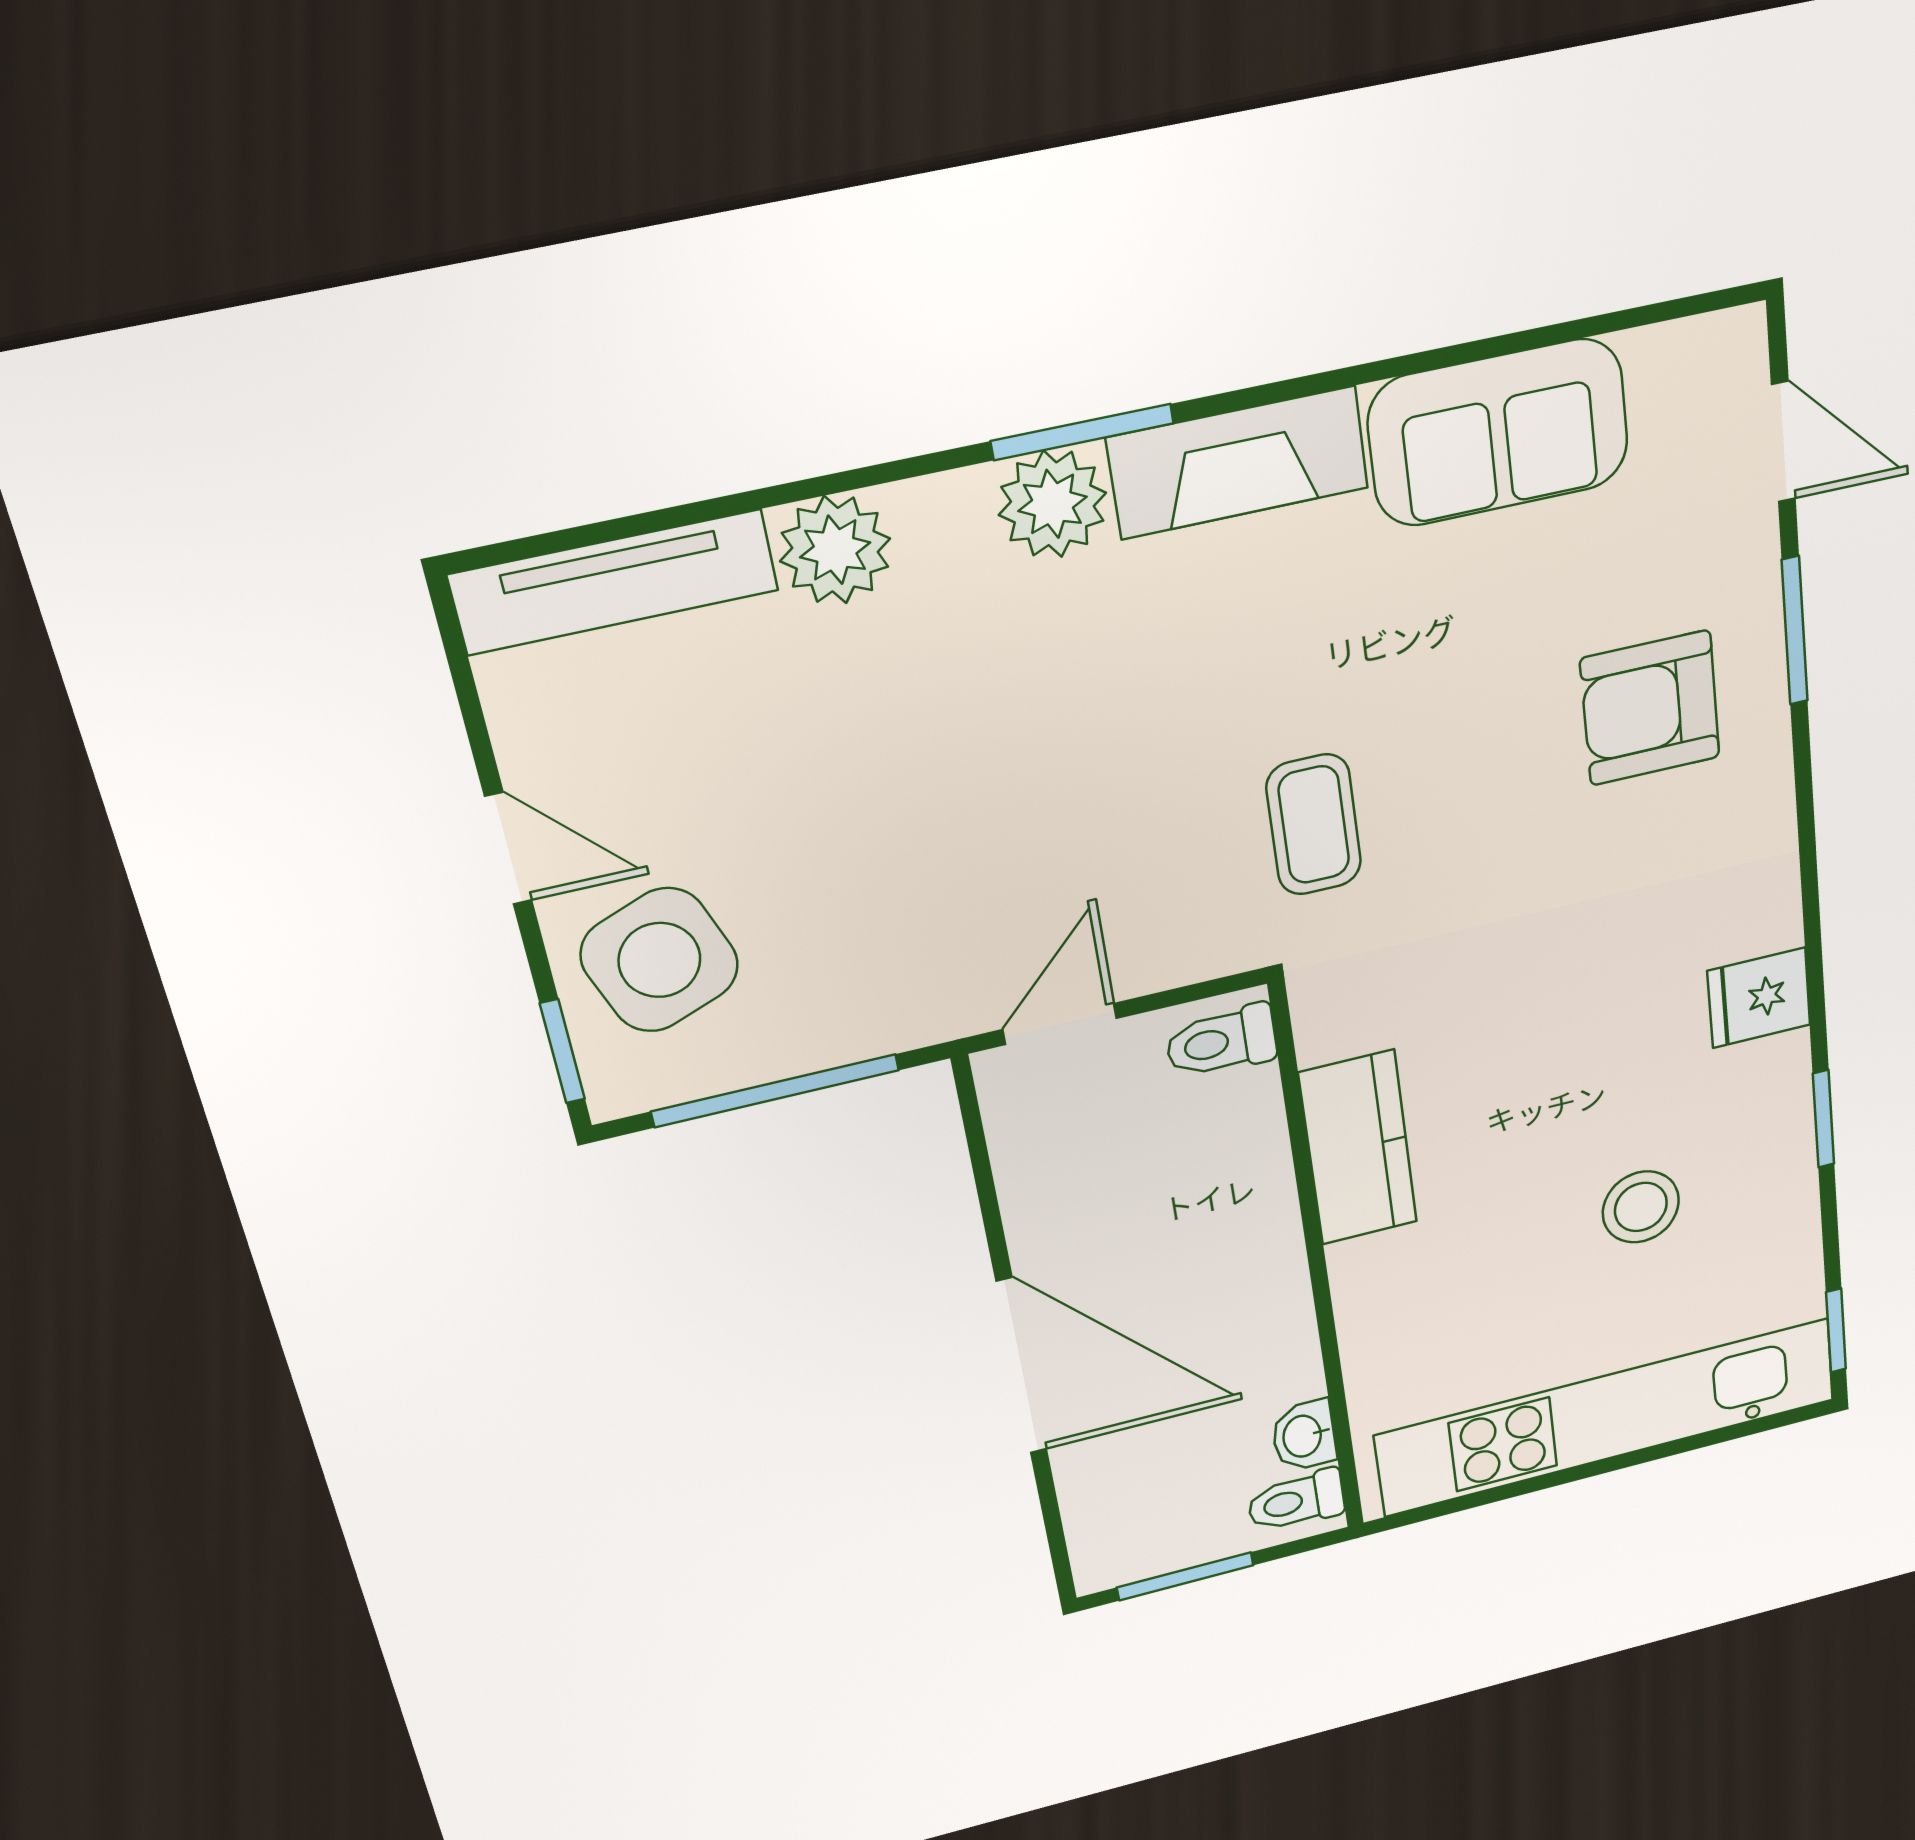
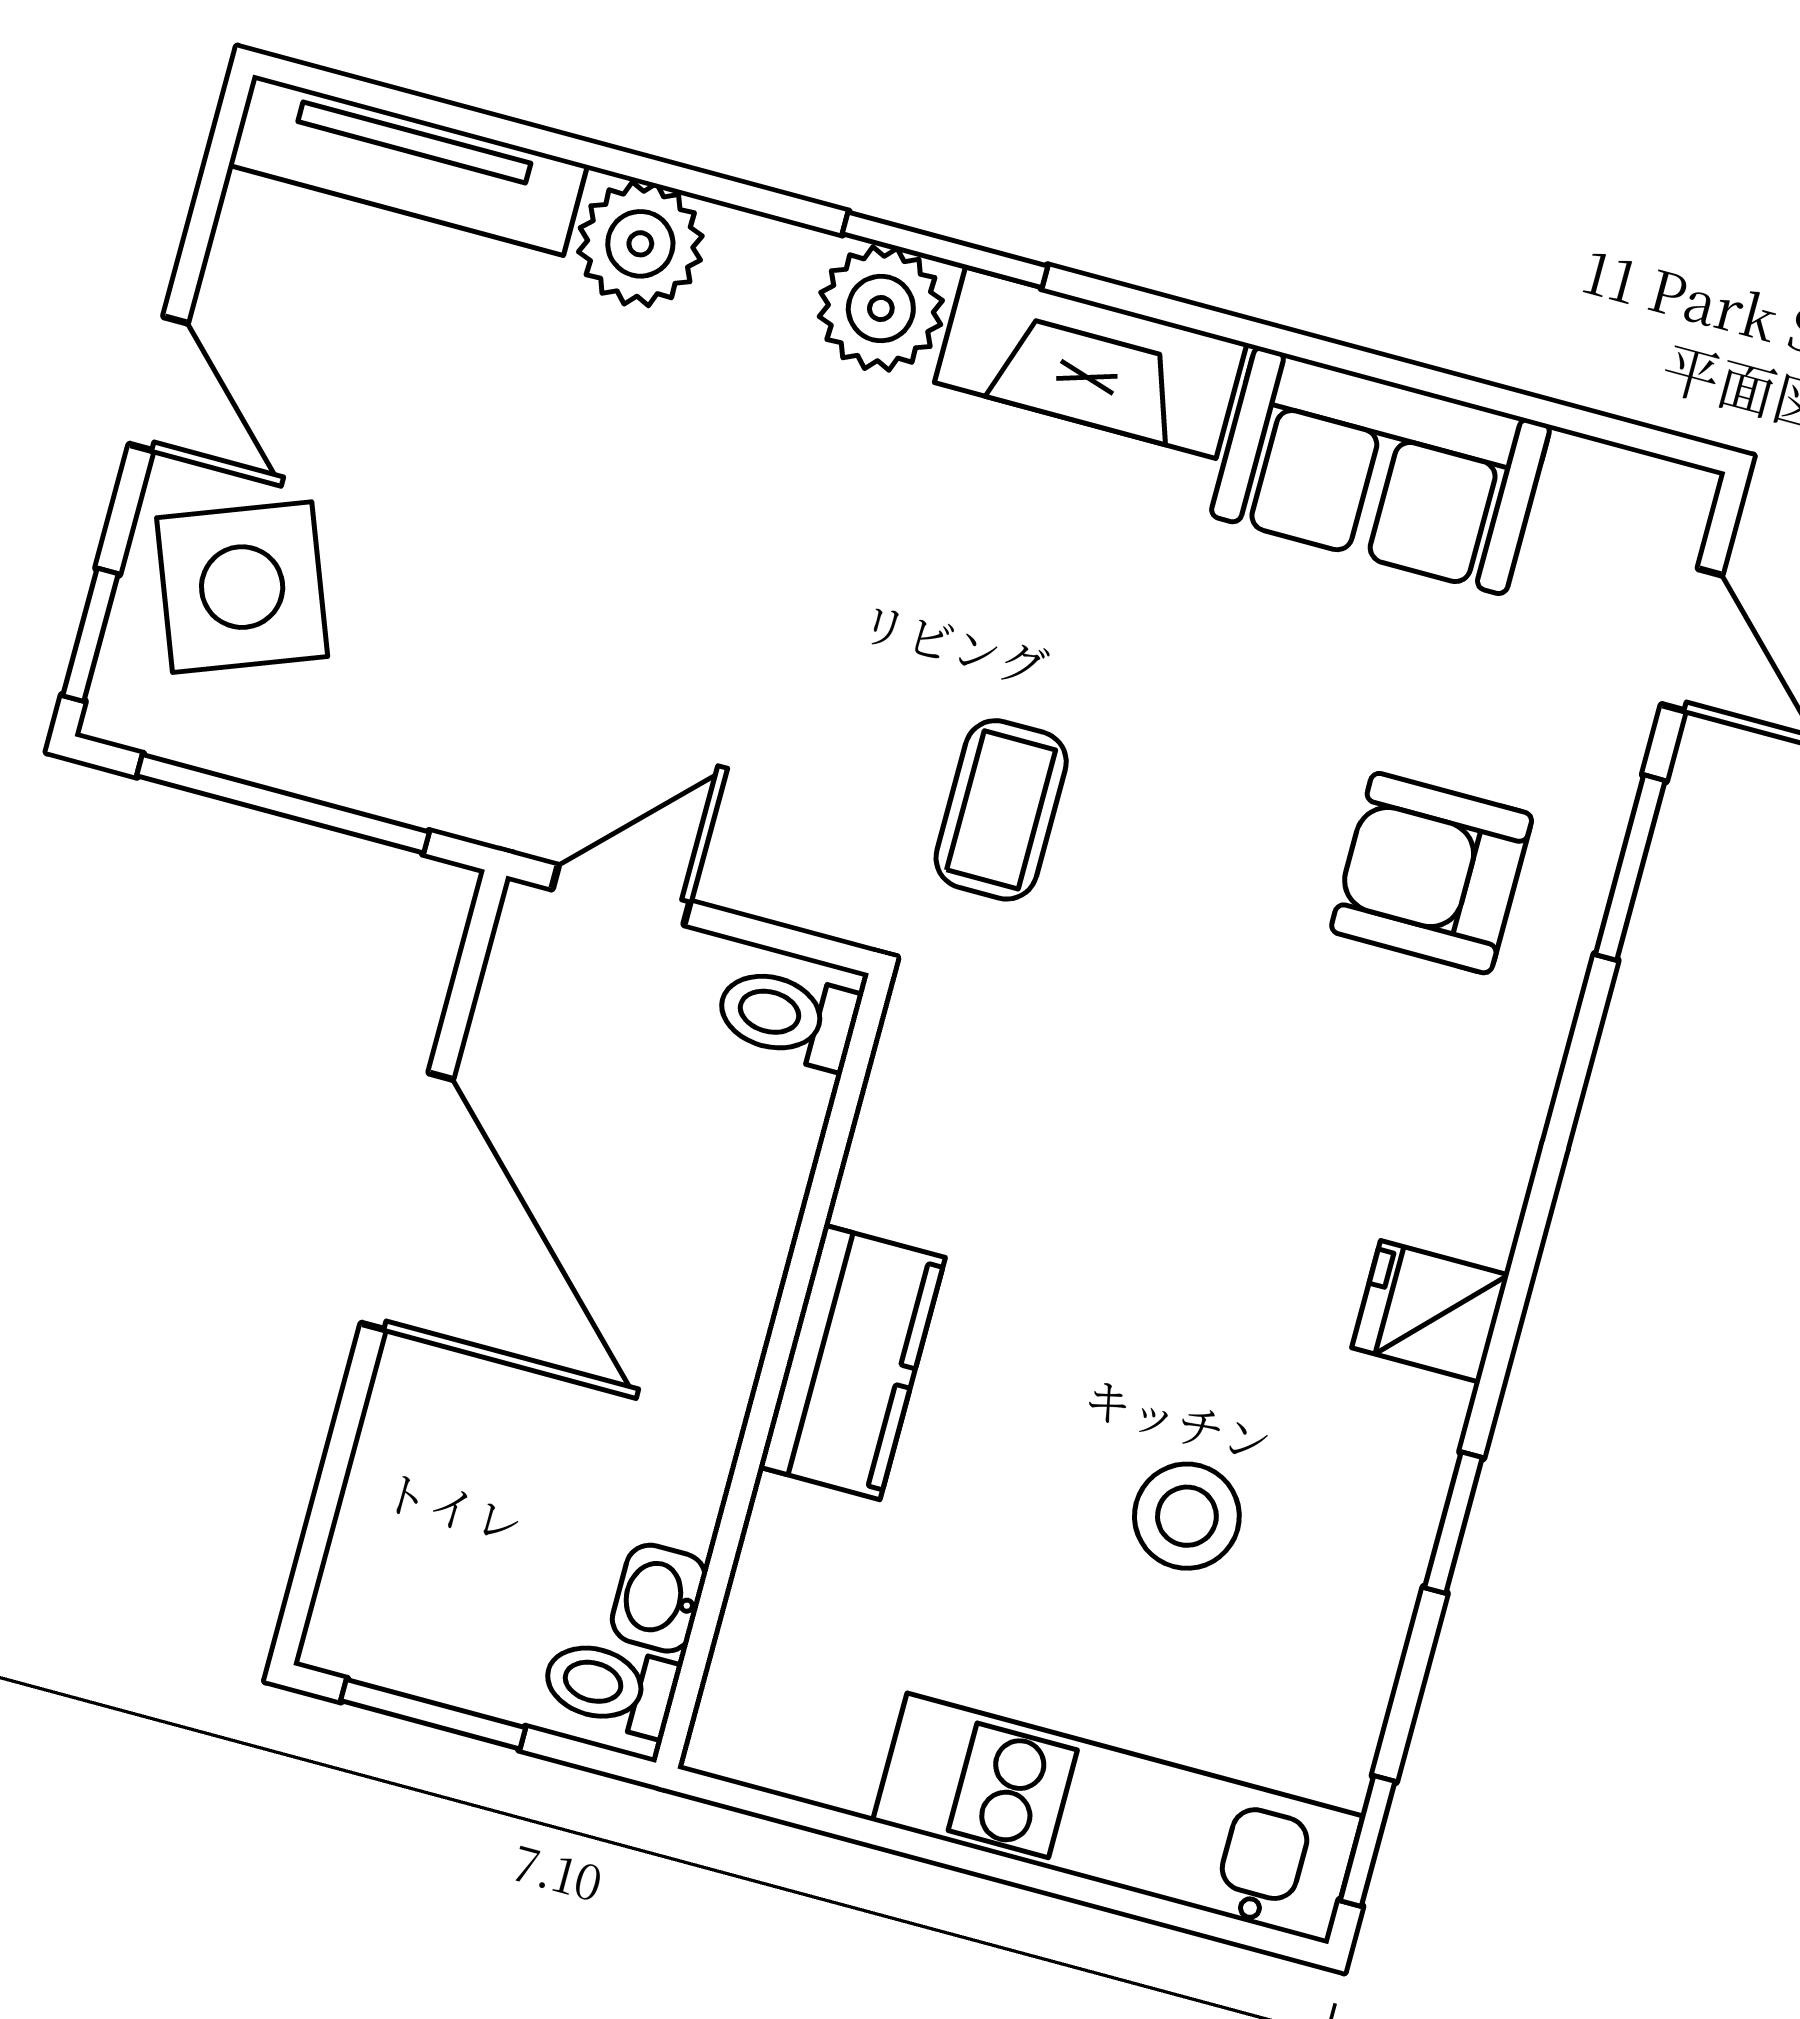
kitchen counter: (1358, 1148) -> (852, 1362), moved
door: (1021, 1366) -> (407, 1201), moved
kitchen unit: (1607, 1417) -> (1118, 1819), width x0.73

